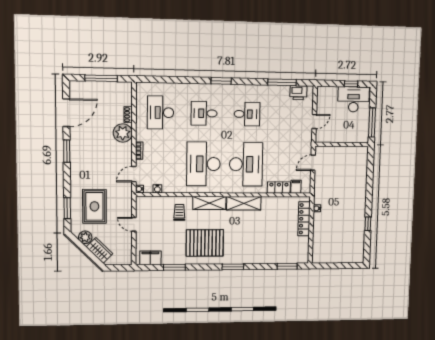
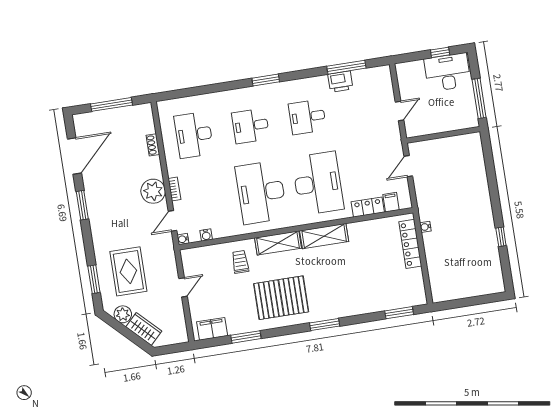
printer: (298, 93) -> (340, 82), moved
desk: (247, 114) -> (307, 117), turned 180
plant: (123, 133) -> (153, 191), moved
door: (134, 224) -> (183, 287), swing flipped

